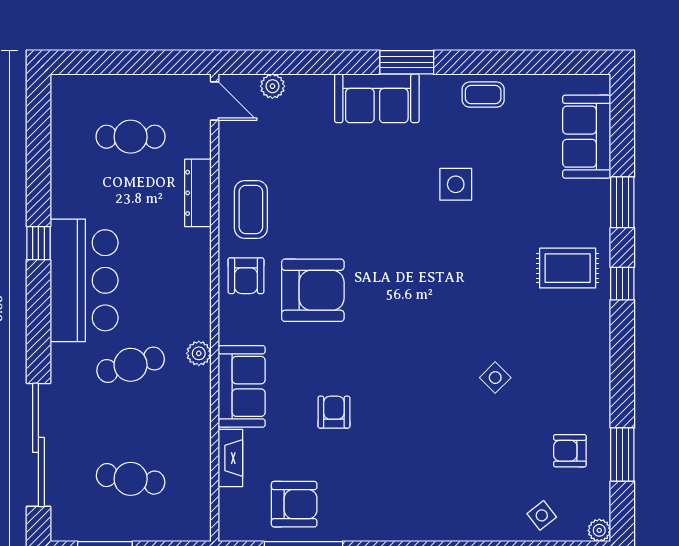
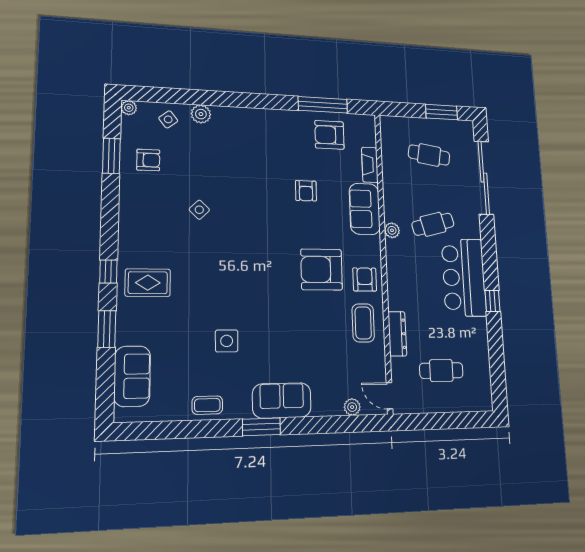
plant: (493, 527) -> (201, 114), added

